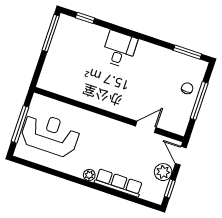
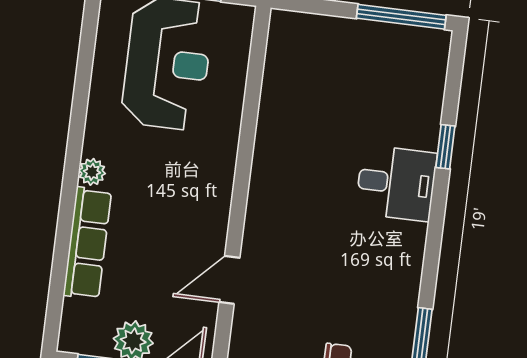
window: (85, 18) -> (445, 147), moved
door: (146, 127) -> (229, 280), swing flipped

